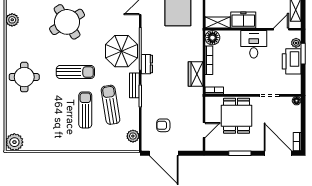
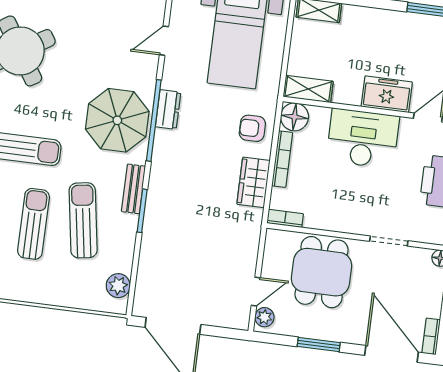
freezer: (243, 20) -> (387, 94), moved
desk: (254, 44) -> (363, 138), width x1.37
dresser: (147, 64) -> (168, 109), moved
armchair: (163, 125) -> (252, 128), moved
plant: (210, 143) -> (264, 317), added

